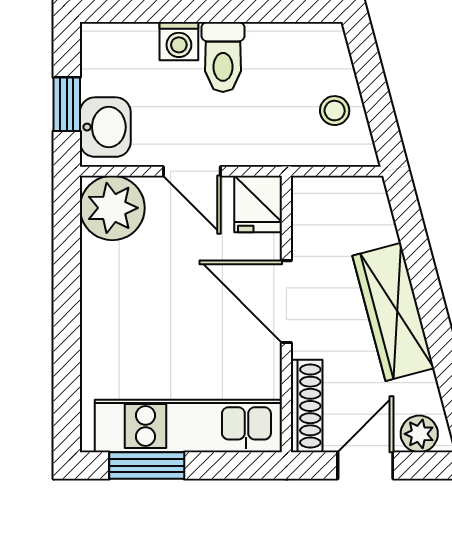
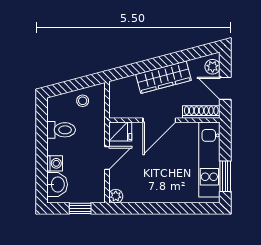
toilet: (223, 57) -> (61, 130), moved
washbasin: (105, 127) -> (57, 184), moved, turned 90
plant: (112, 208) -> (116, 196), width x0.53, depth x0.53

